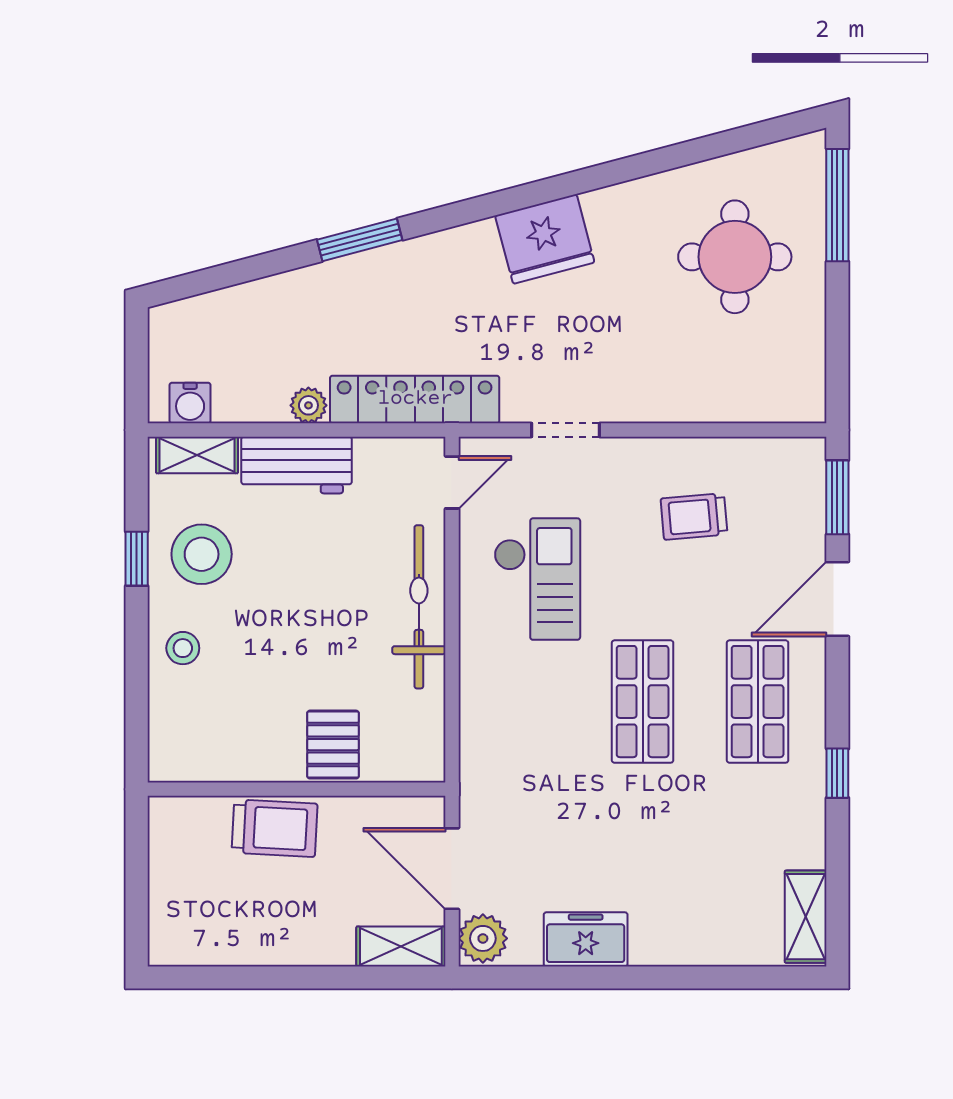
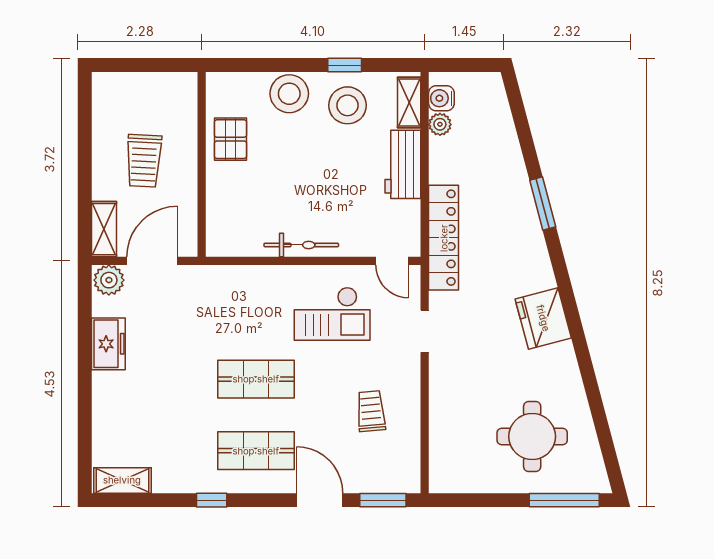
plant: (308, 405) -> (440, 124), moved
bicycle: (419, 607) -> (301, 245), width x0.73, depth x0.71
stool: (183, 648) -> (289, 94), width x1.89, depth x1.89
pallet: (333, 745) -> (230, 139), moved, turned 90
trolley: (275, 828) -> (144, 161), moved

